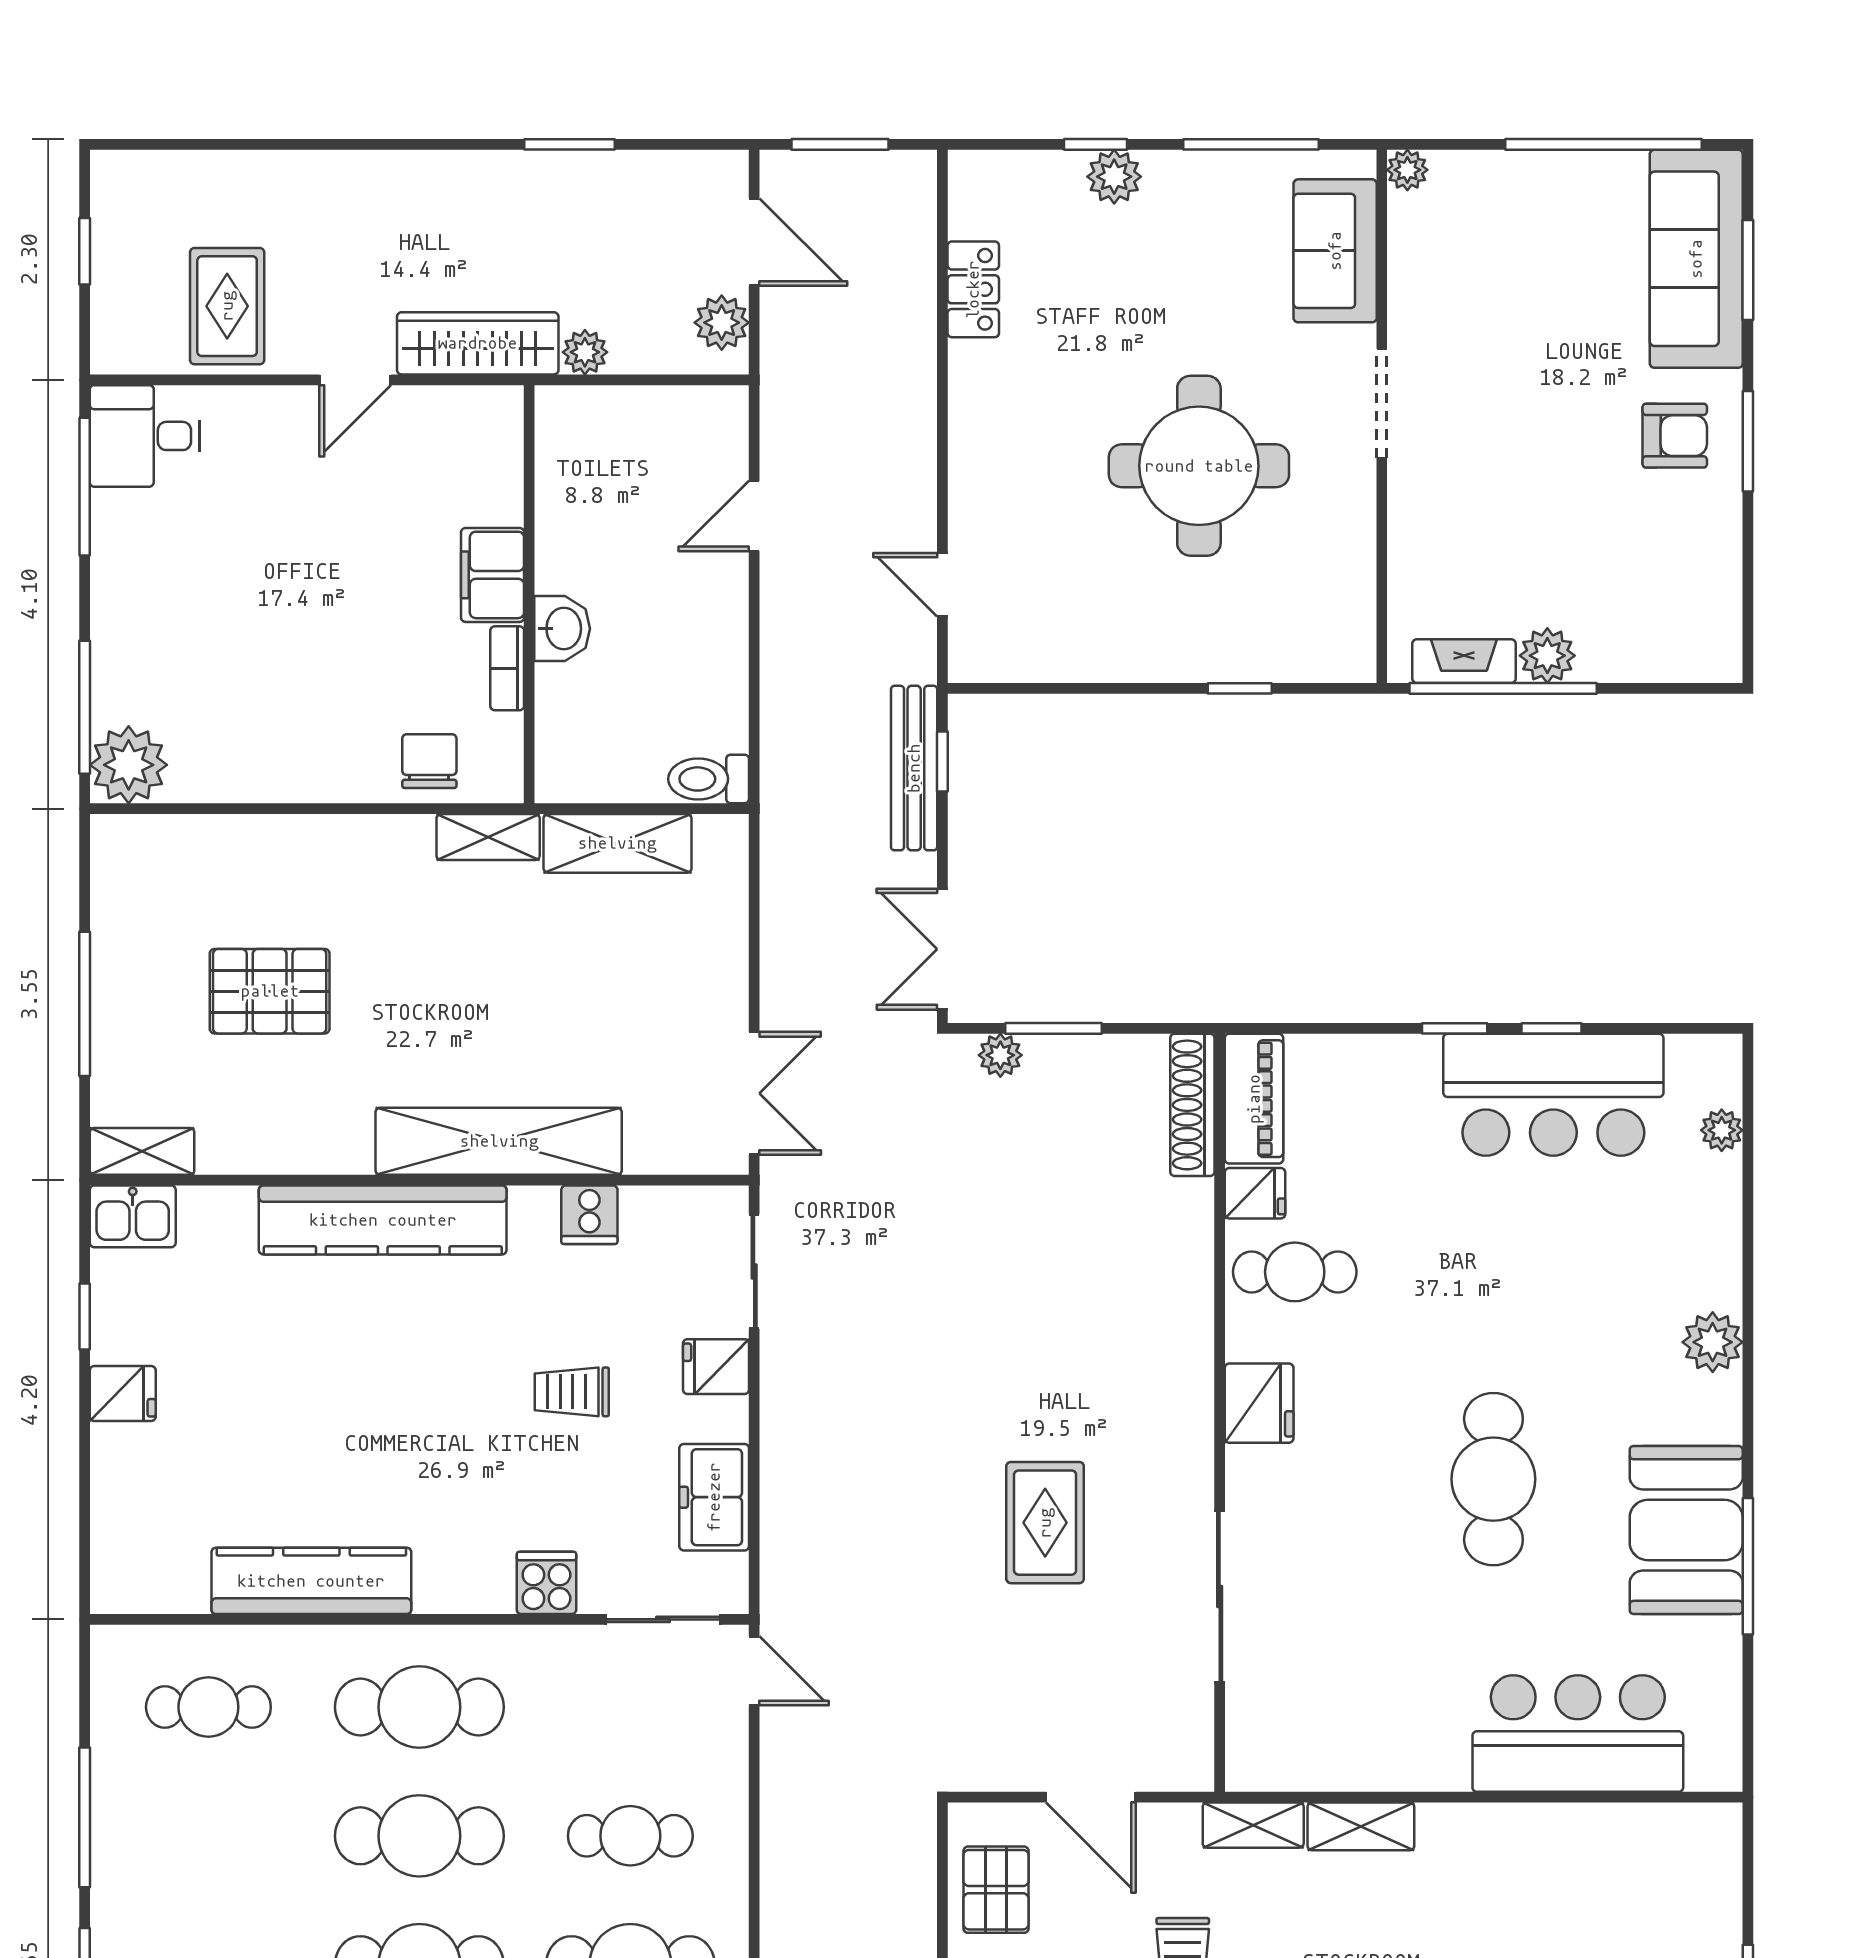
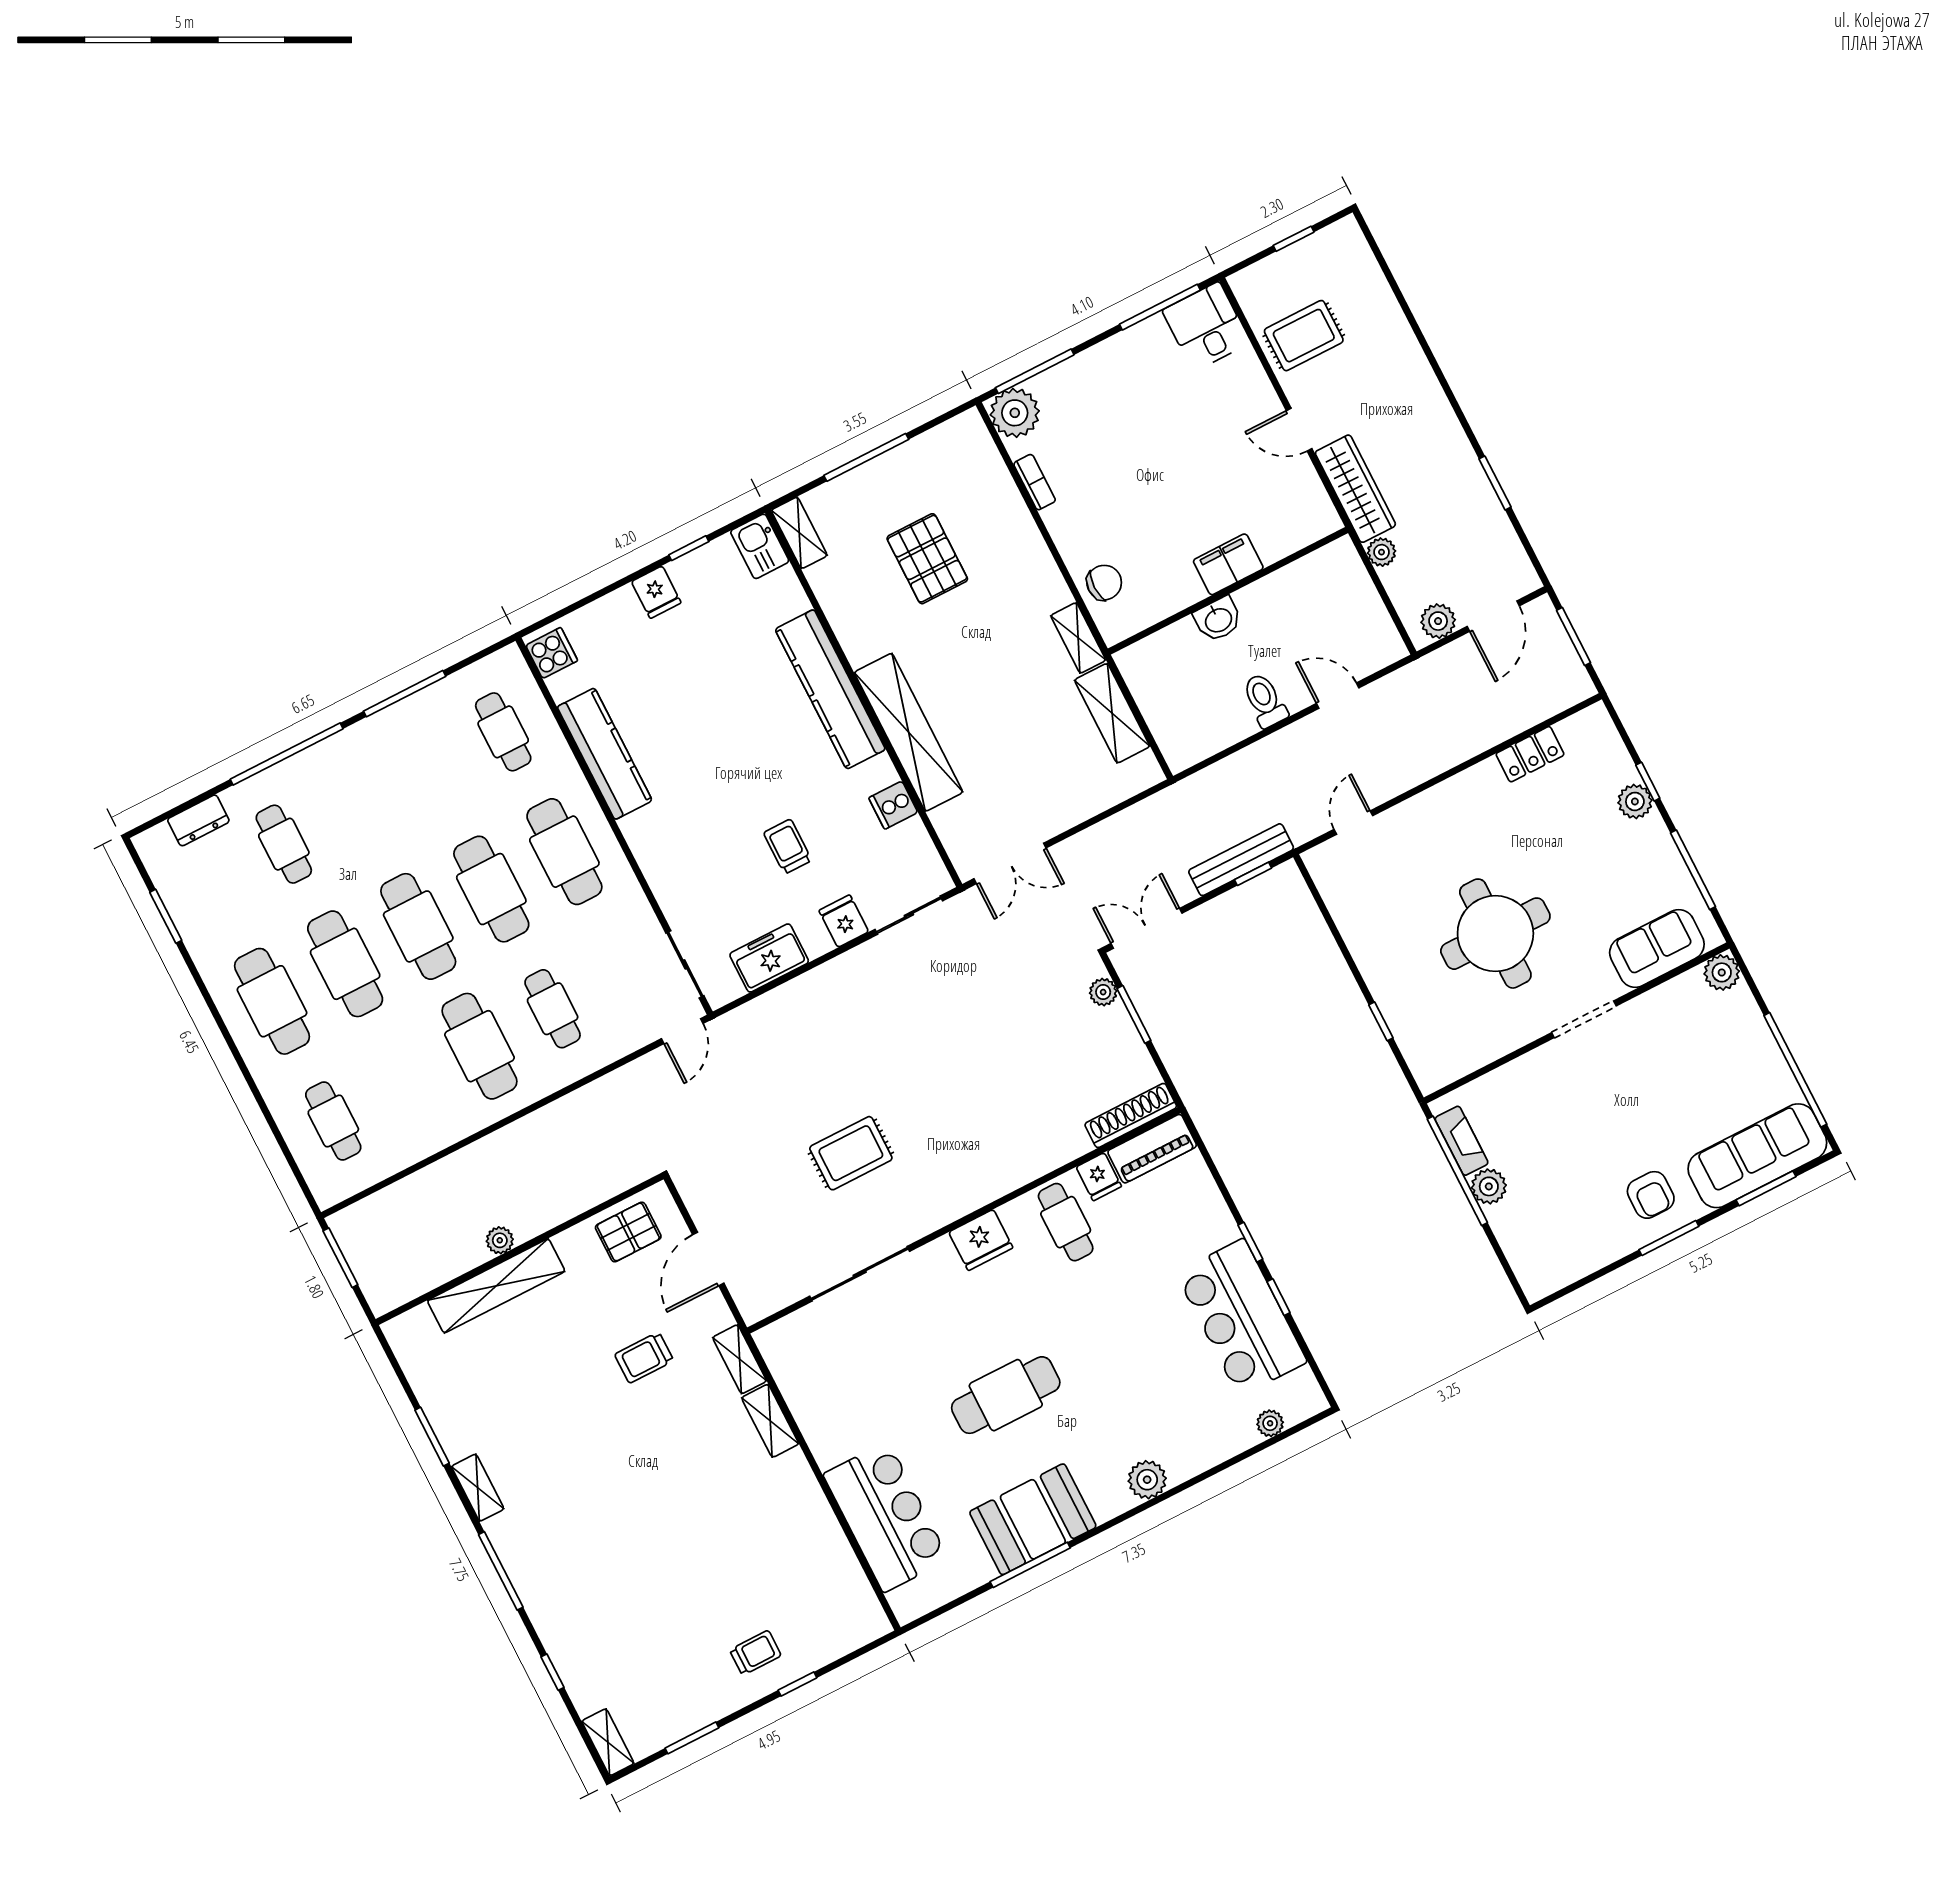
plant: (1407, 170) -> (1722, 972), width x1.38, depth x1.38
bookcase: (507, 668) -> (1035, 482), moved, turned 90
toilet: (709, 779) -> (1265, 700), moved
cooker: (546, 1583) -> (552, 653), moved

